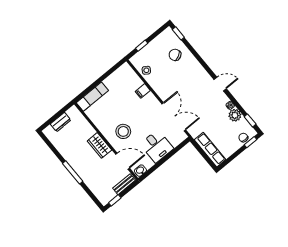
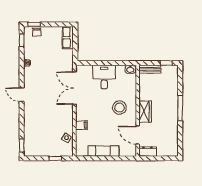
chair: (175, 55) -> (37, 132), removed
door: (220, 84) -> (22, 95), moved
exam couch: (92, 97) -> (103, 151), moved
plant: (235, 115) -> (30, 53), removed
dresser: (61, 122) -> (147, 151), moved
row of seats: (210, 150) -> (68, 38), width x0.68
door: (123, 161) -> (138, 135), moved

